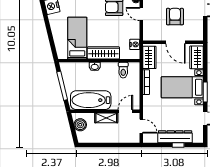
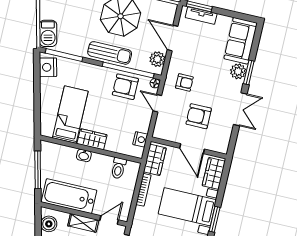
armchair: (175, 17) -> (199, 116), turned -90
wardrobe: (103, 53) -> (92, 139), width x0.67

